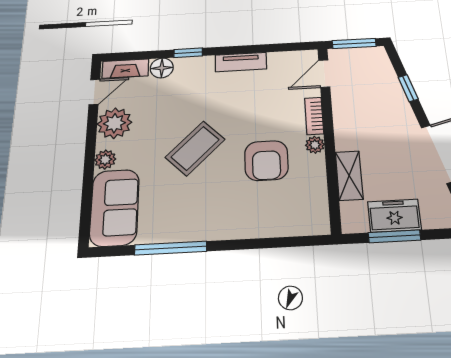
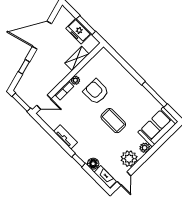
door: (94, 92) -> (124, 179), swing flipped
coffee table: (195, 148) -> (113, 121), turned 45
armchair: (266, 161) -> (96, 92), turned -90

